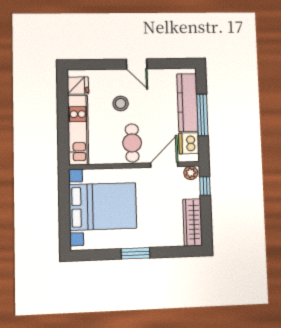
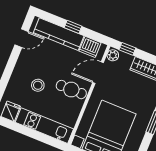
door: (137, 64) -> (22, 38), moved
window: (202, 115) -> (73, 27), width x0.46
door: (164, 165) -> (98, 73), hinge flipped

